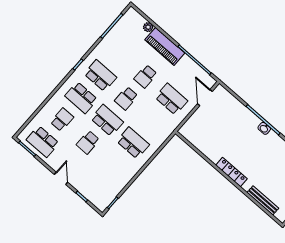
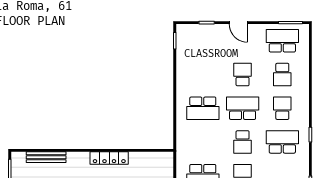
school desk: (100, 76) -> (282, 142), turned 180
school desk: (81, 98) -> (282, 108), width x0.54
school desk: (126, 98) -> (243, 142), turned 180
school desk: (107, 120) -> (243, 108), turned 180
locker: (231, 172) -> (109, 158), moved

